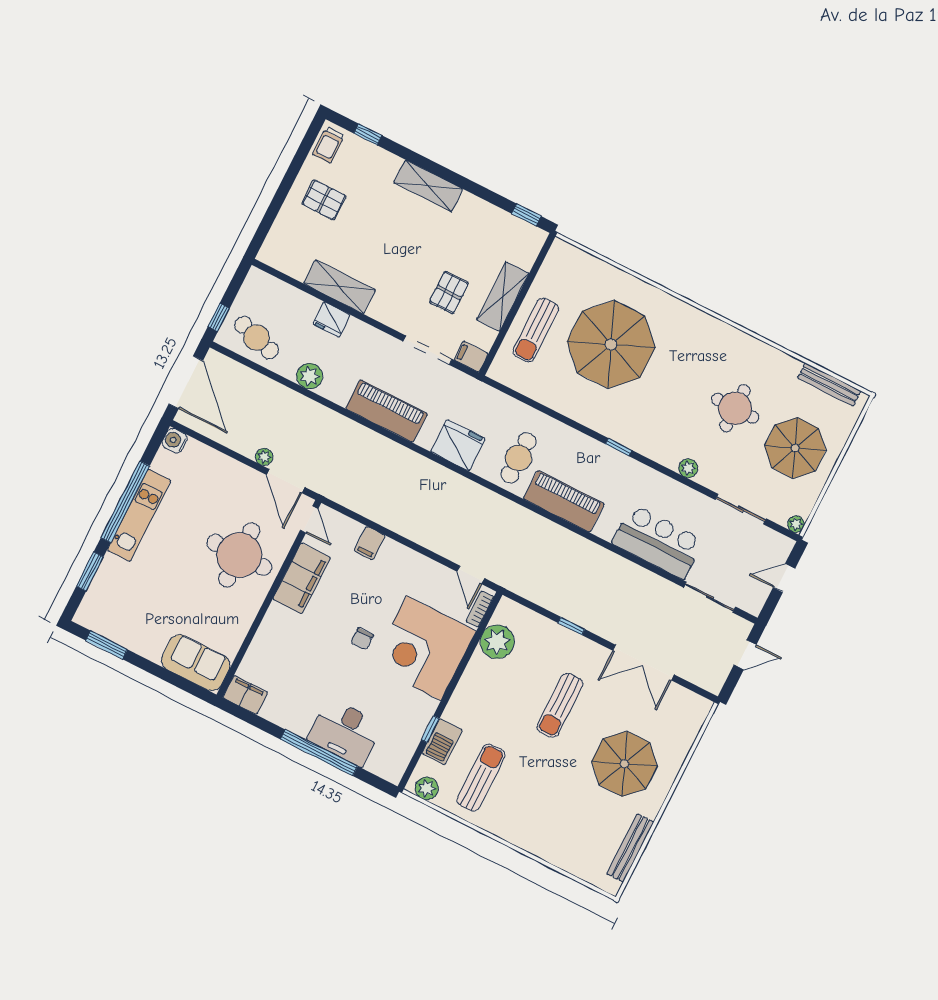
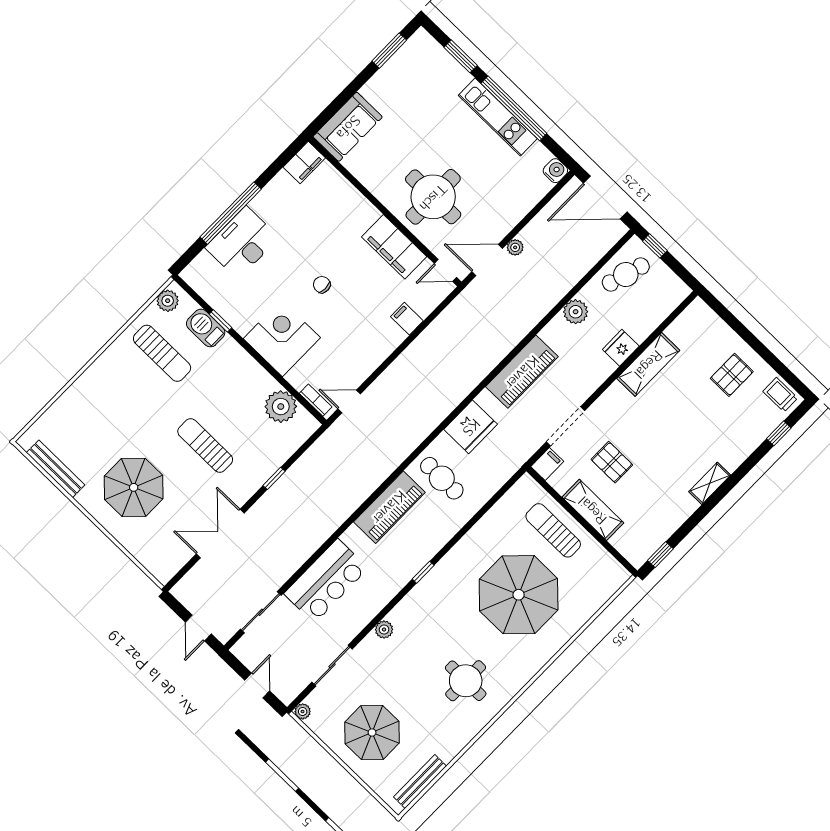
shelving: (428, 186) -> (710, 483), width x0.67, depth x0.75
round table: (735, 408) -> (466, 681), moved
corner desk: (424, 648) -> (282, 338), width x0.74, depth x0.74

